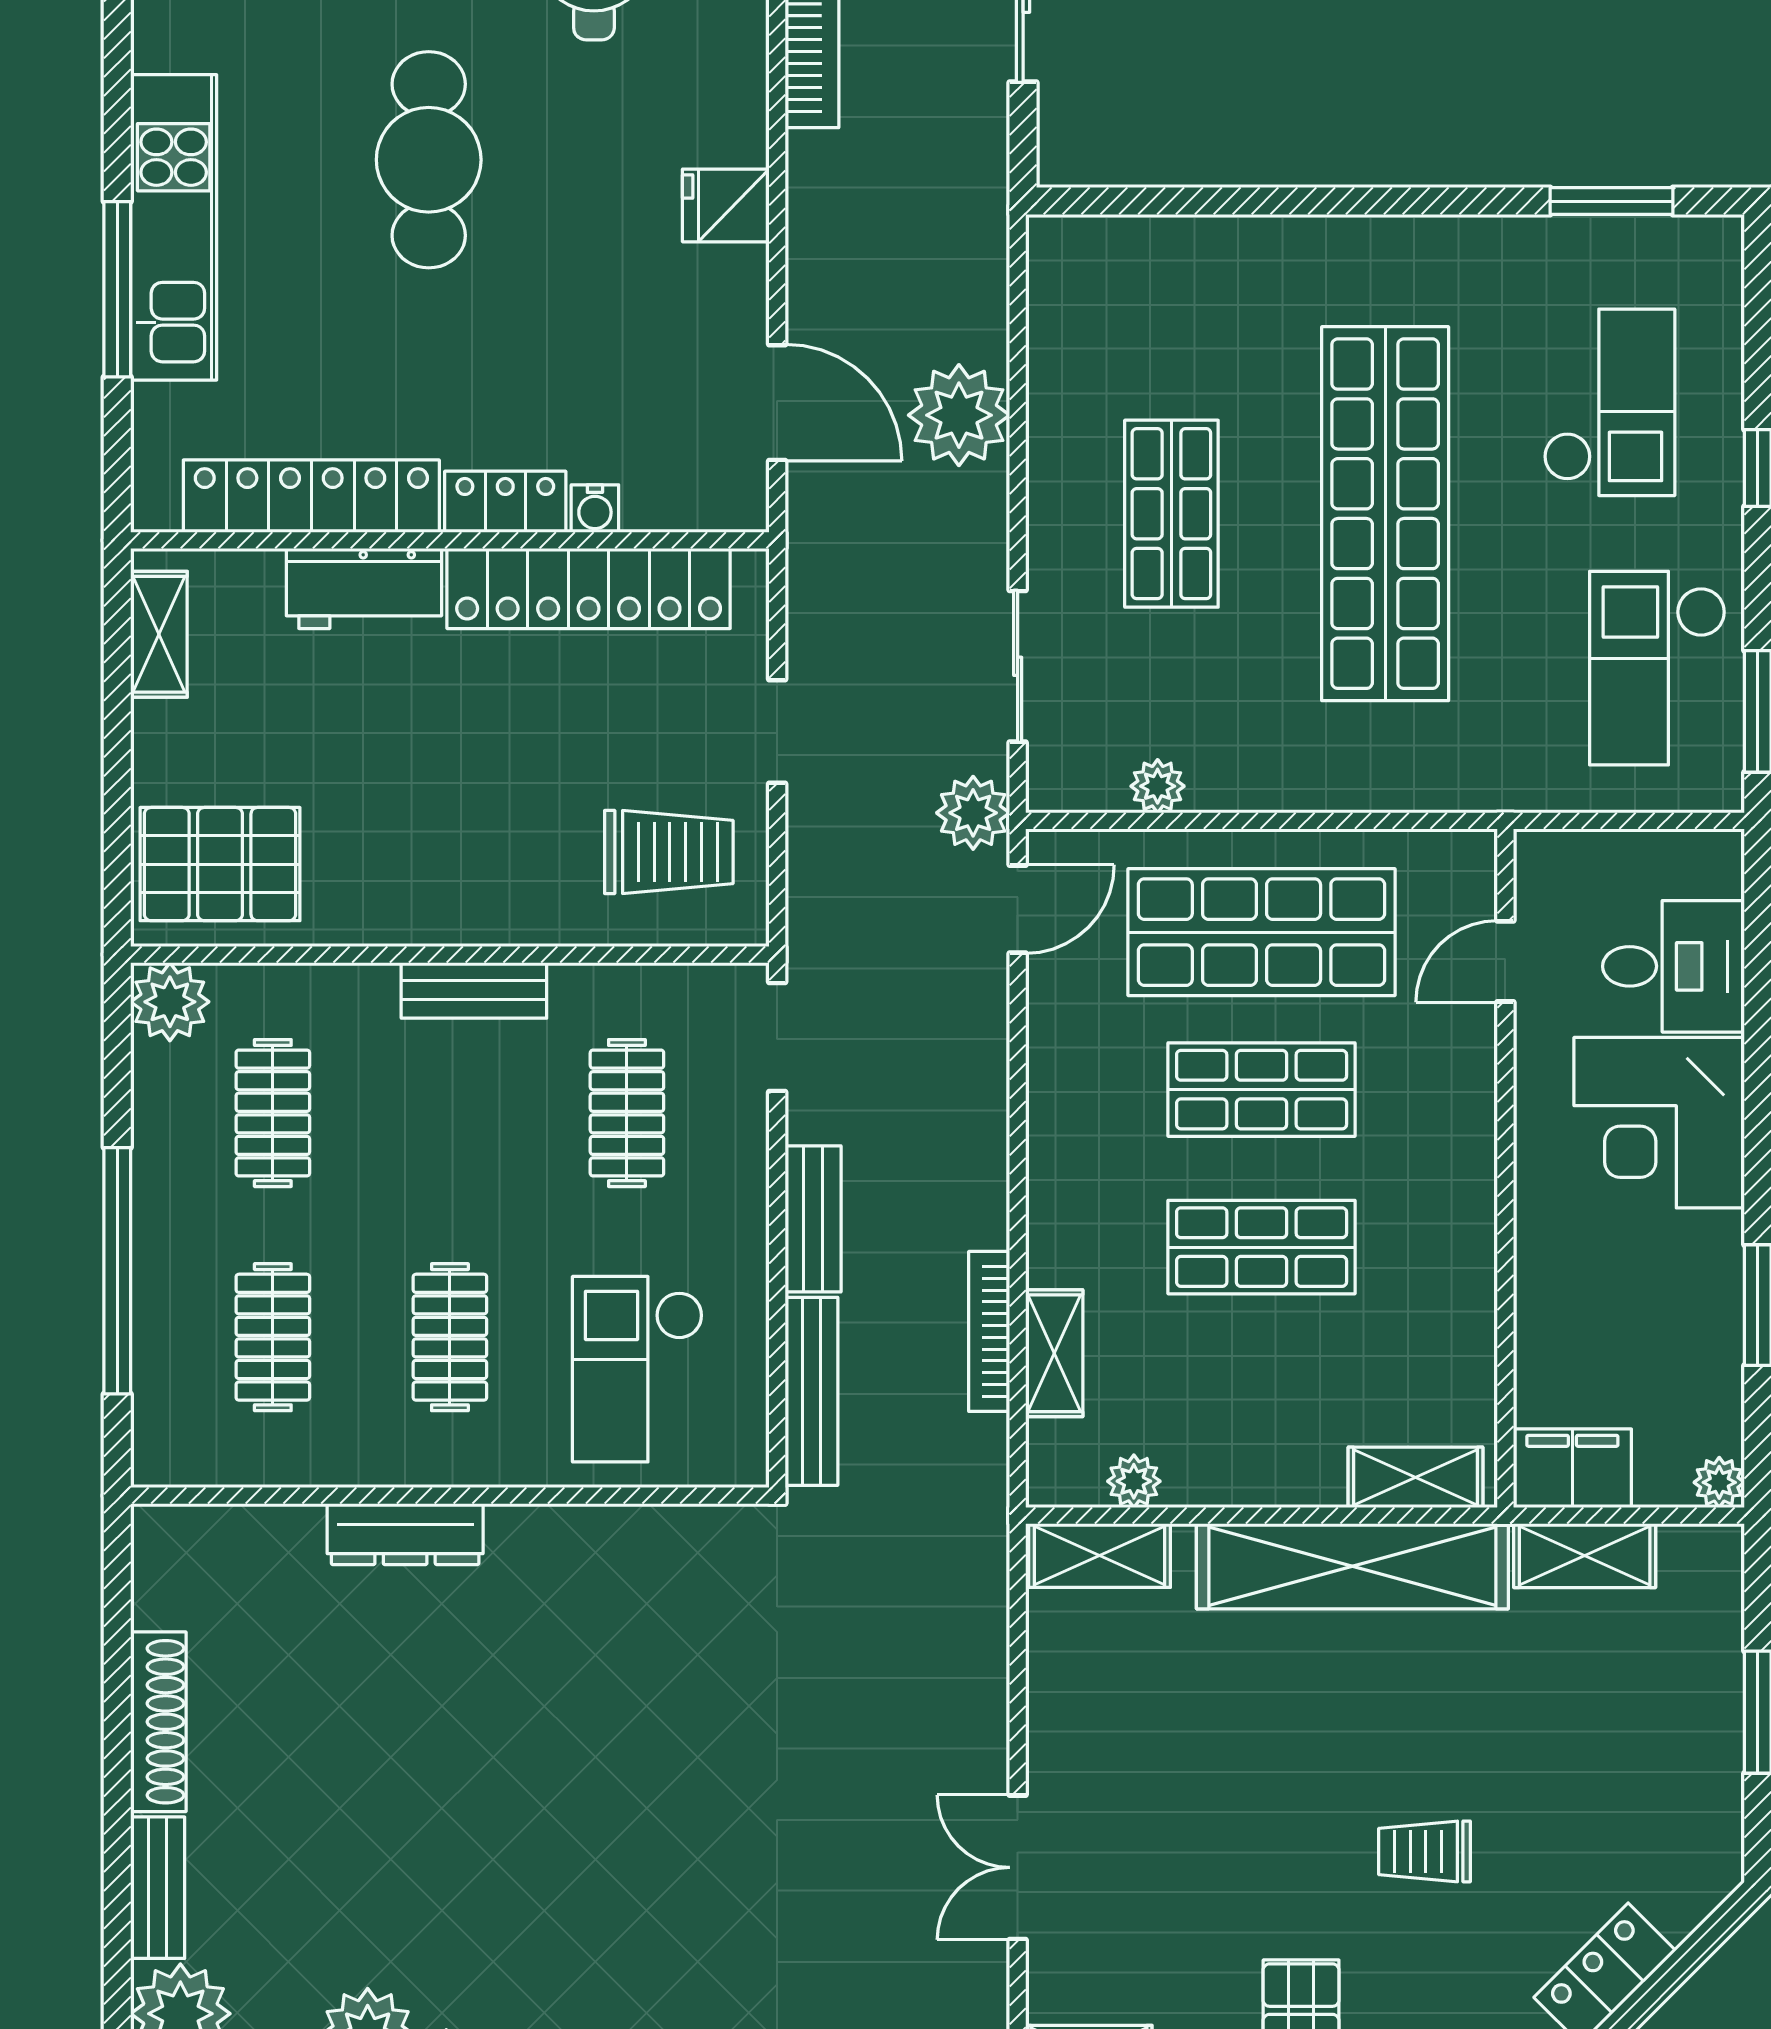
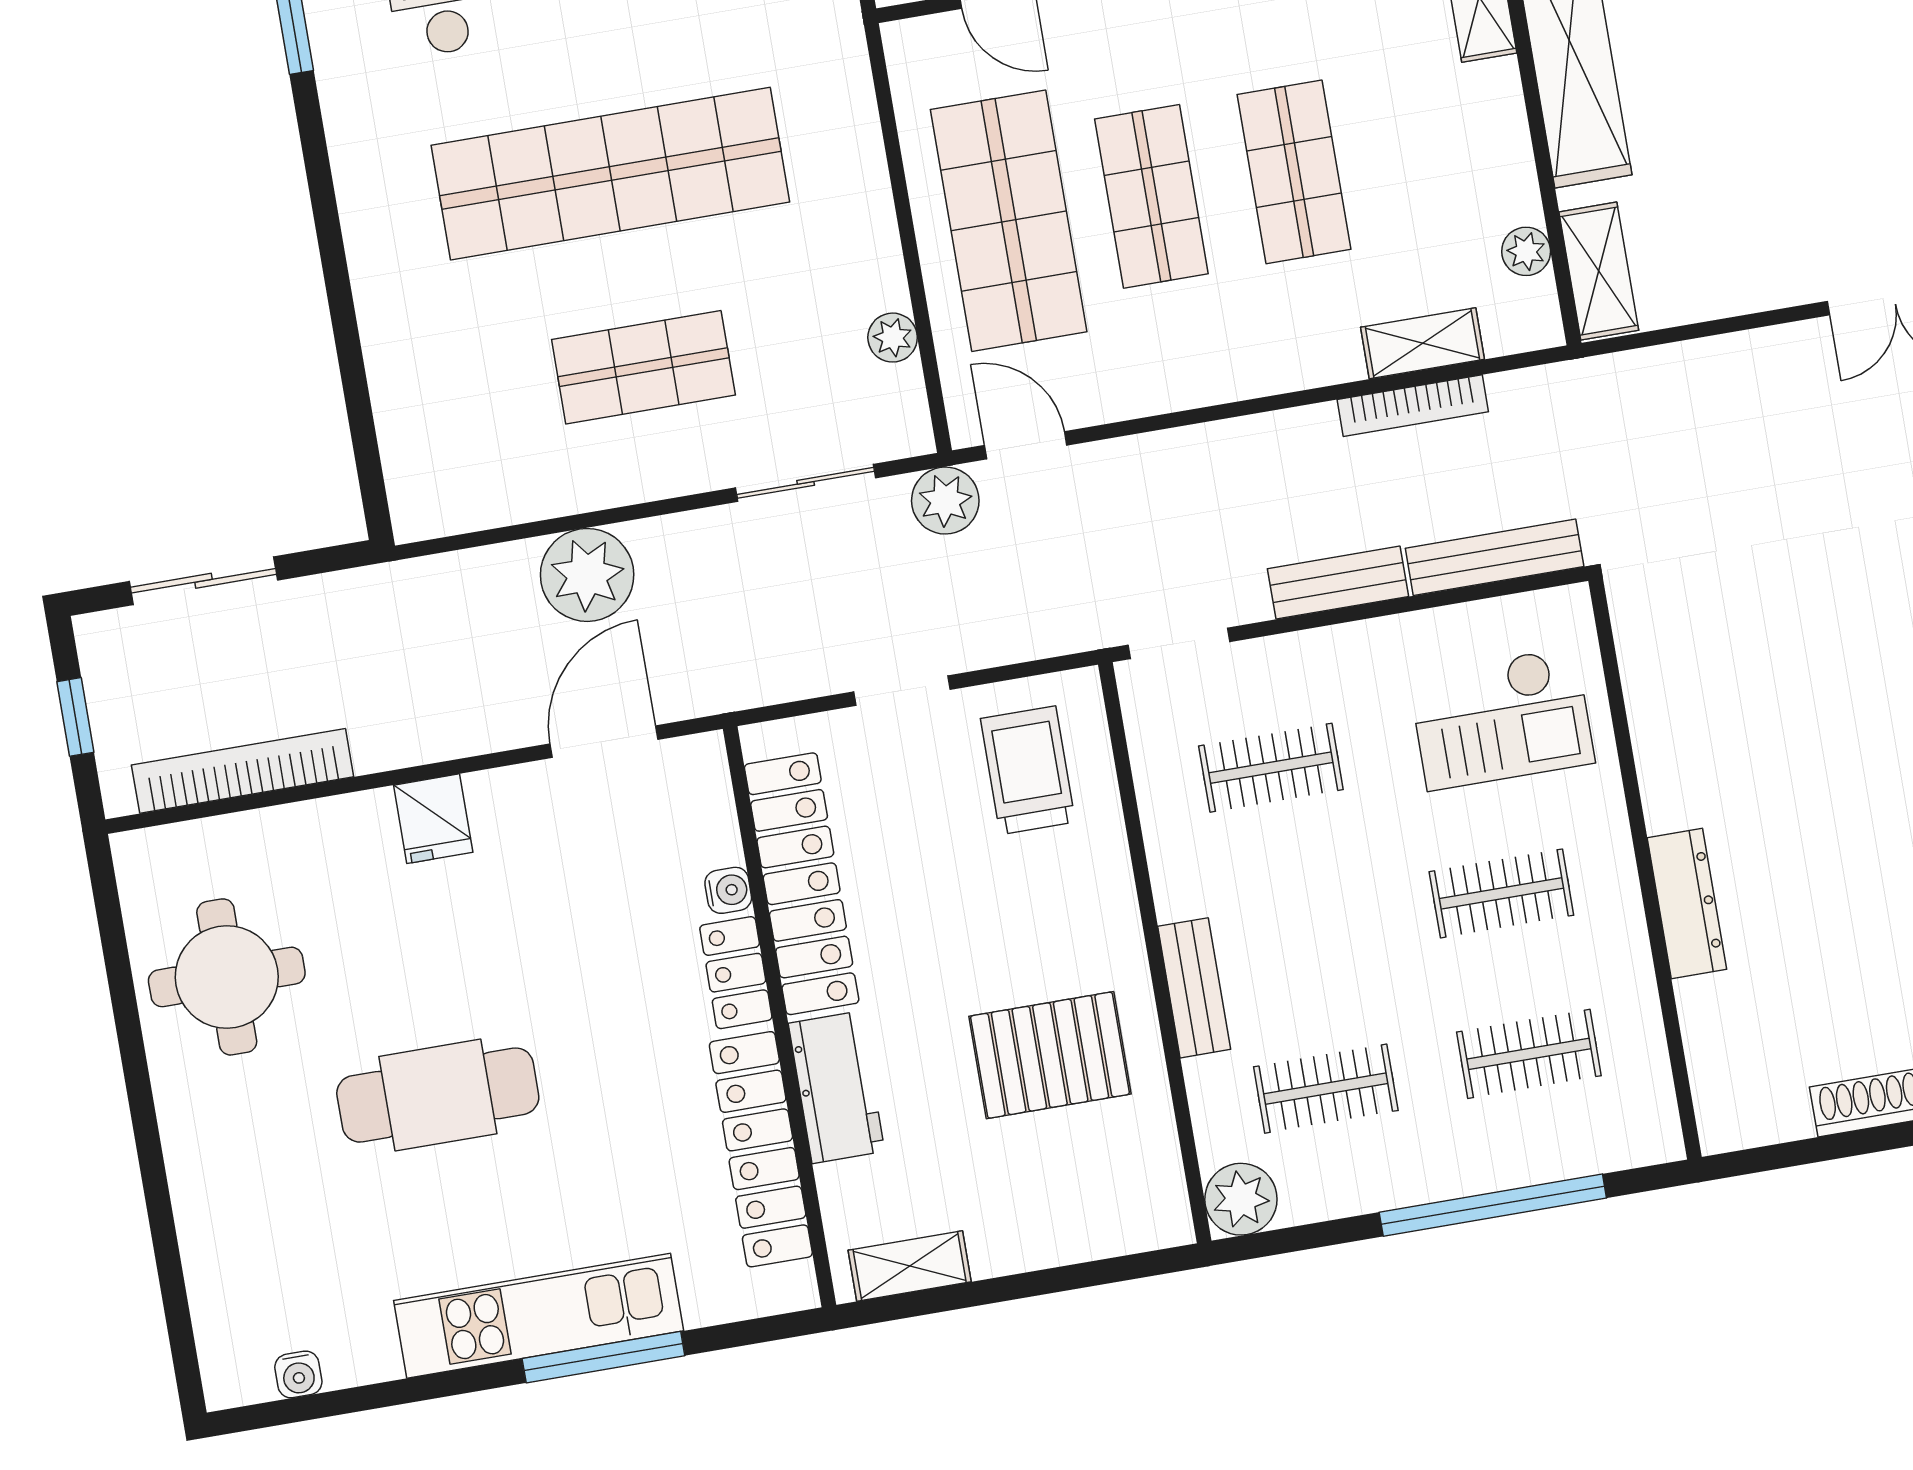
pallet: (220, 864) -> (1050, 1055), moved, turned 90
bench: (474, 990) -> (1194, 988), moved

